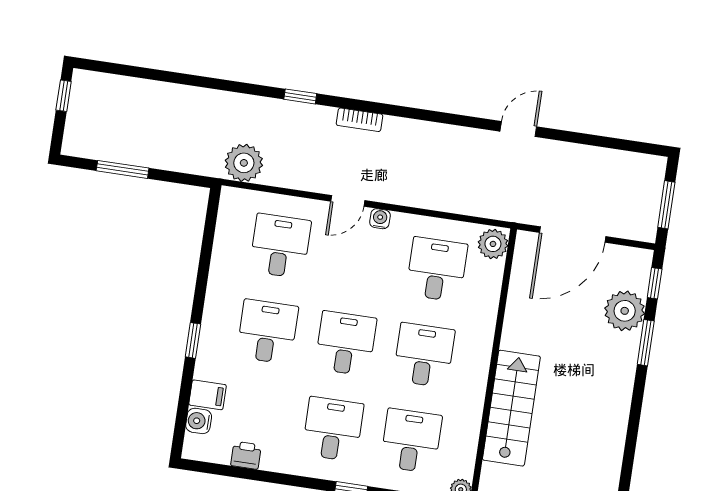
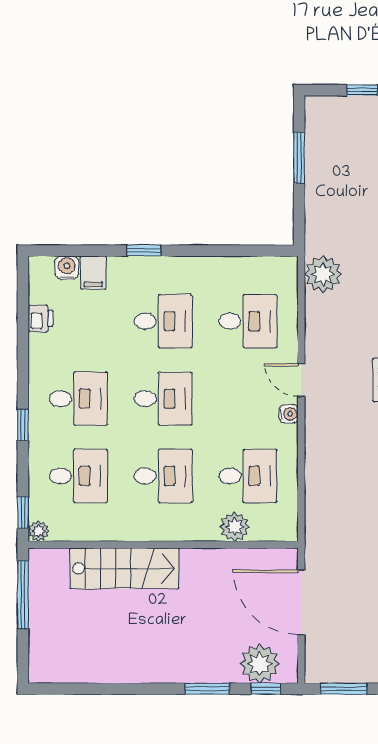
plant: (493, 244) -> (235, 527), moved
plant: (625, 311) -> (260, 664), moved

